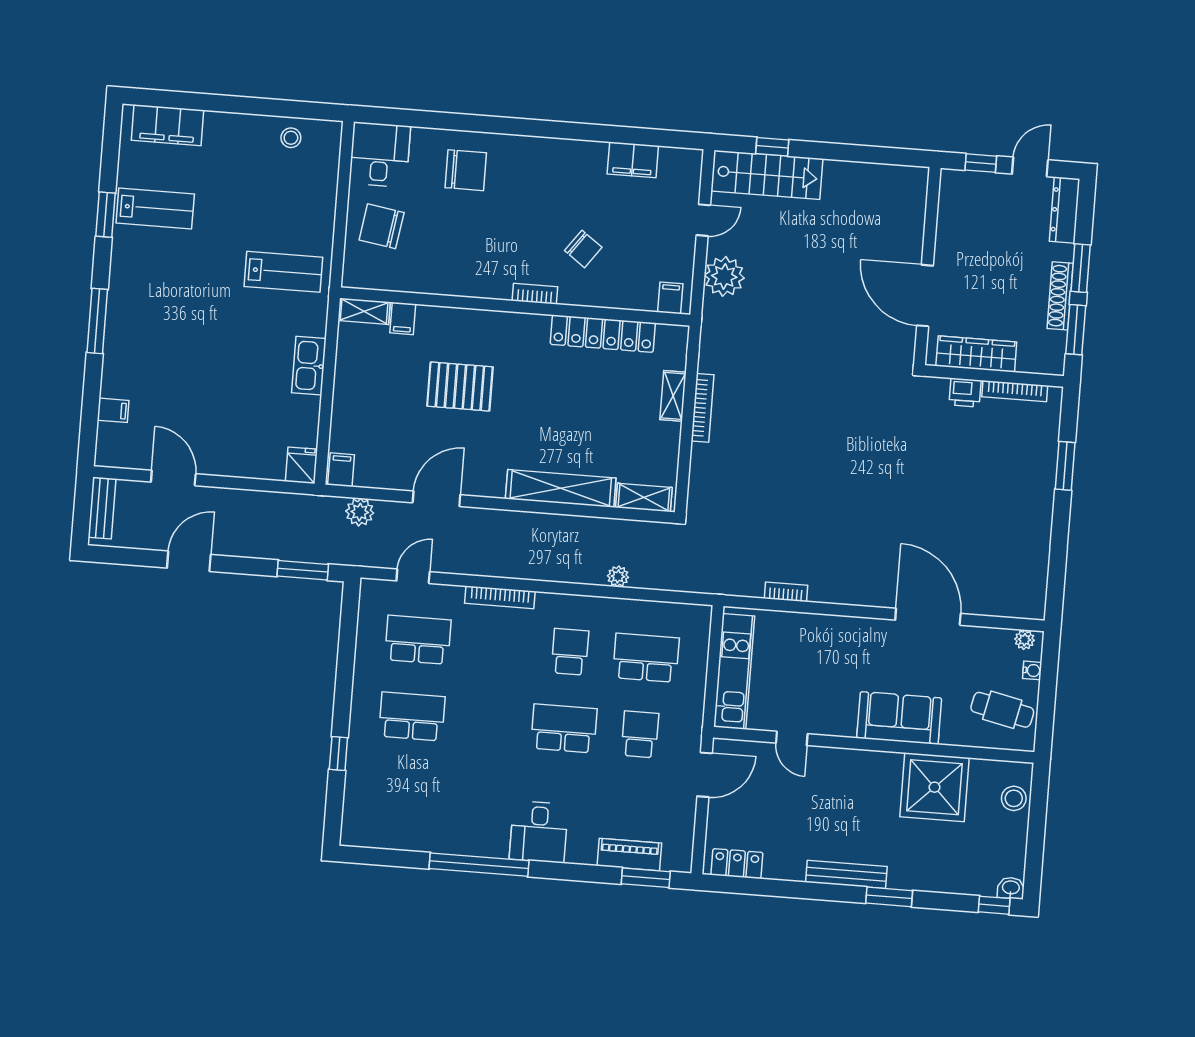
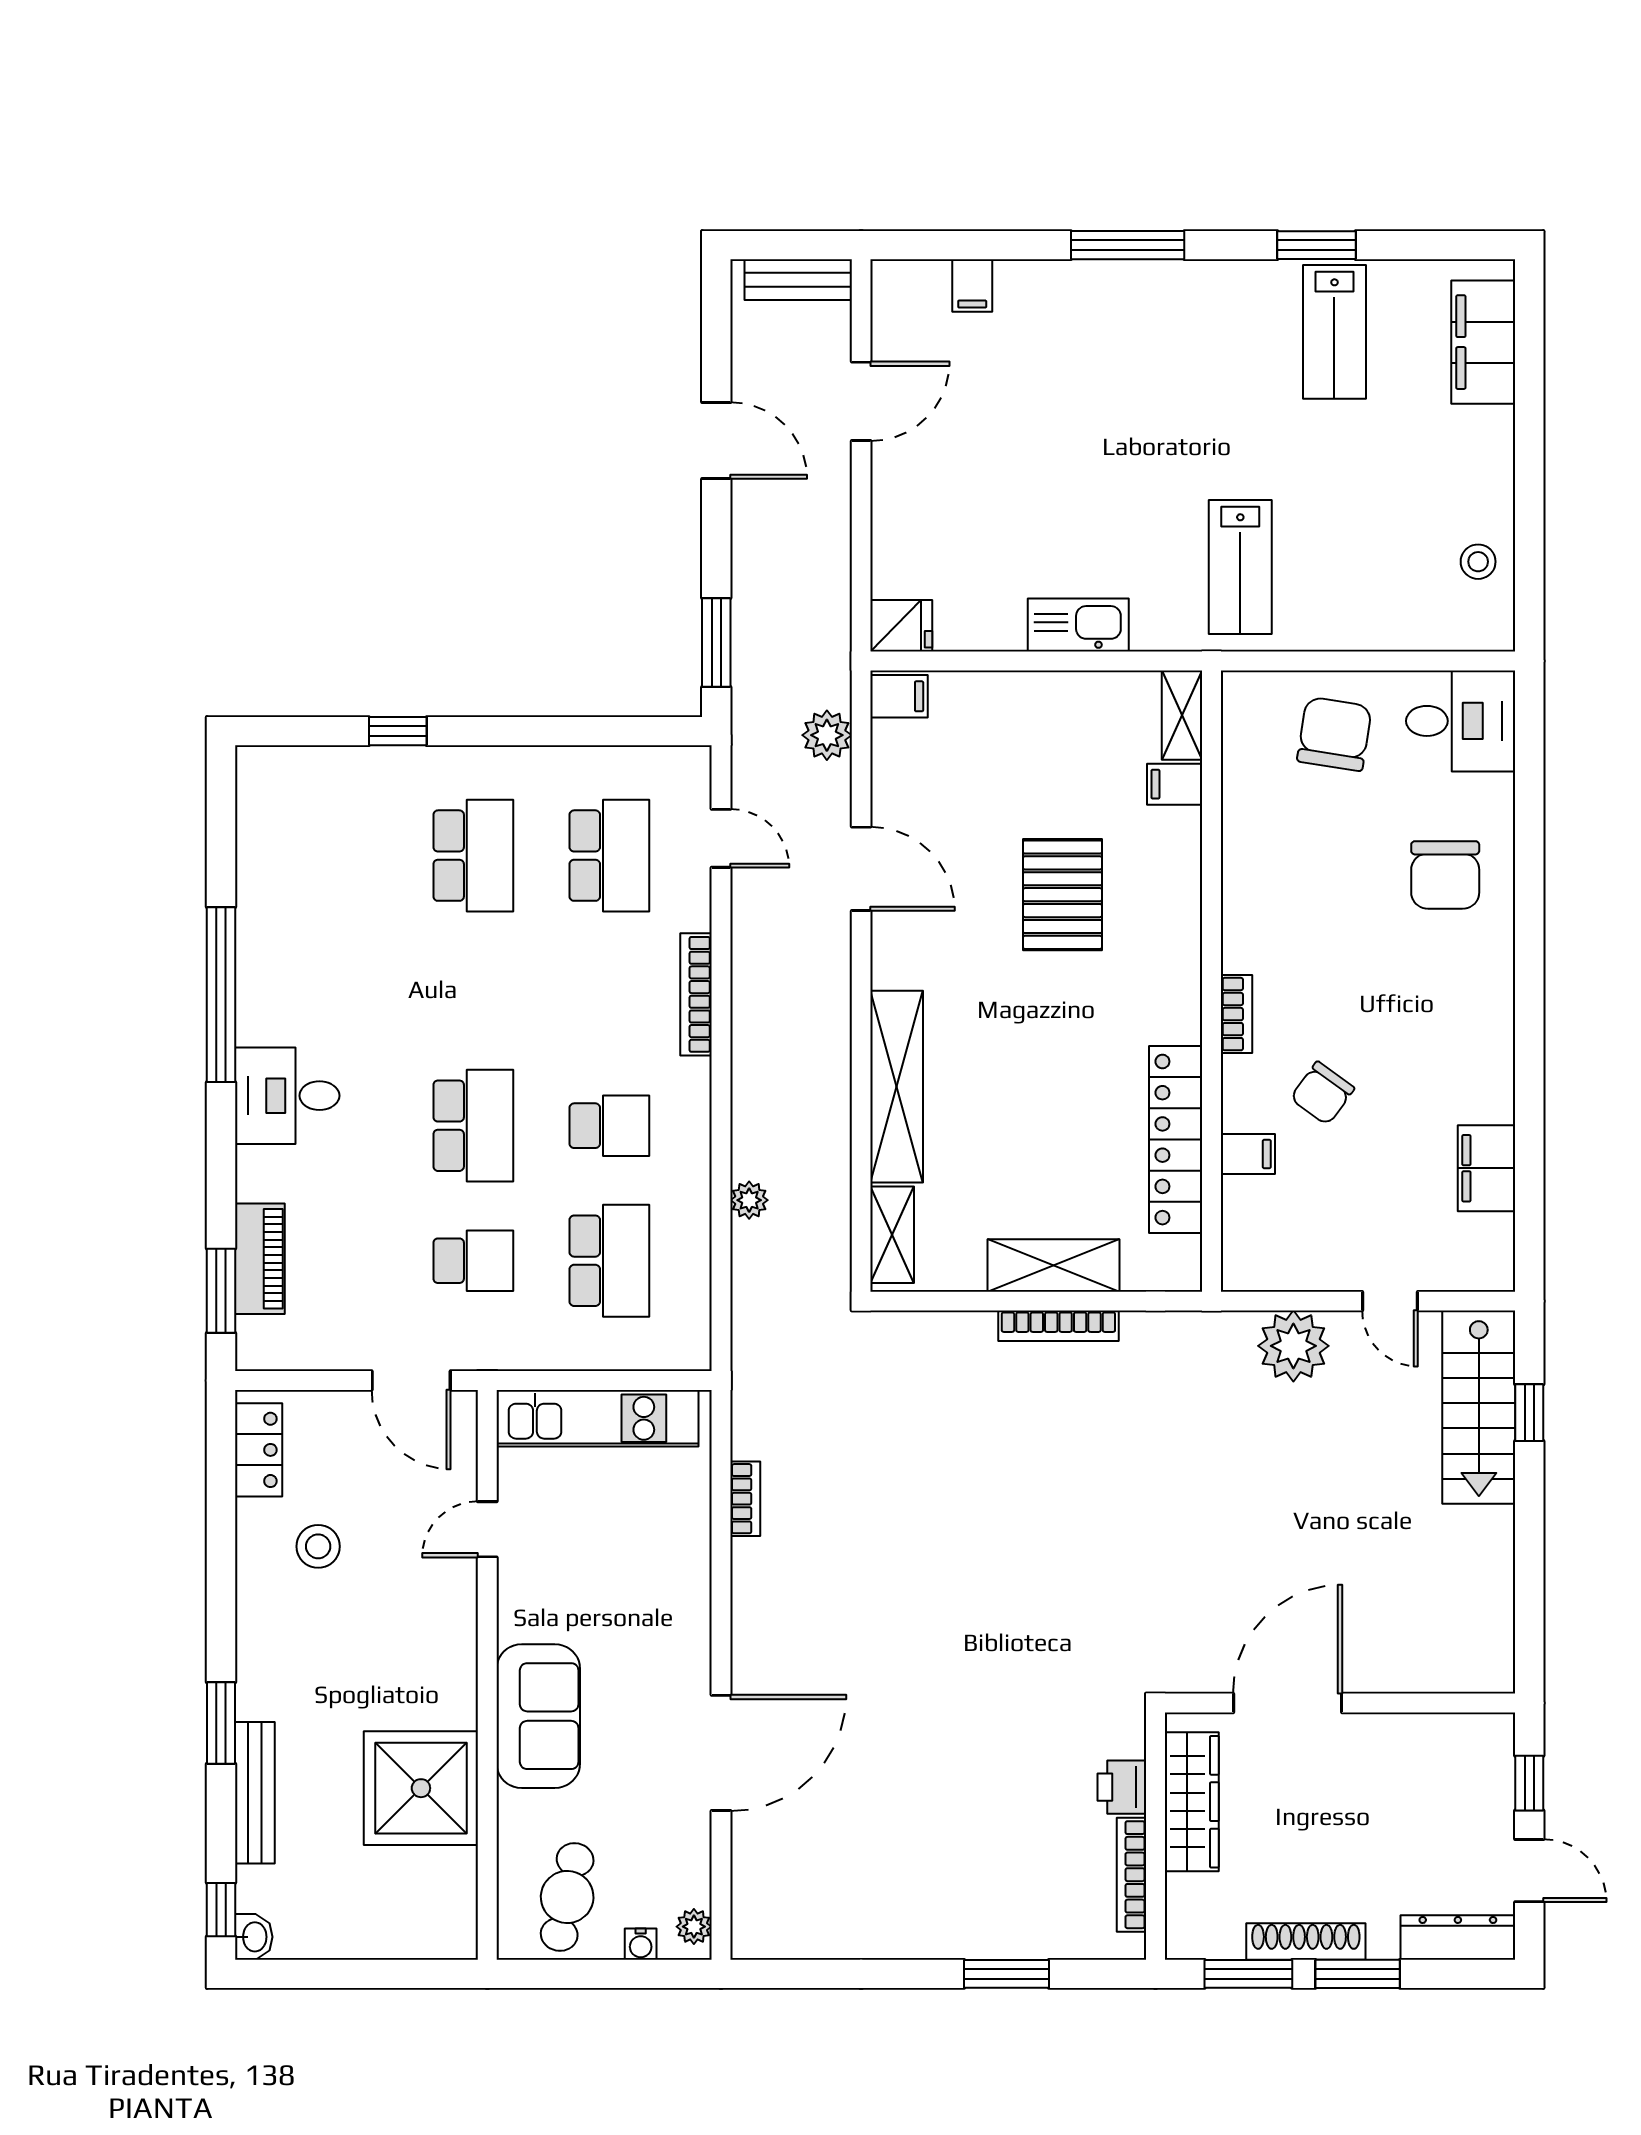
filing cabinet: (670, 298) -> (1248, 1154), moved
shelving: (673, 396) -> (1054, 1265), width x1.50, depth x1.33
stool: (1014, 798) -> (318, 1546), moved
bench: (846, 874) -> (255, 1793), moved

